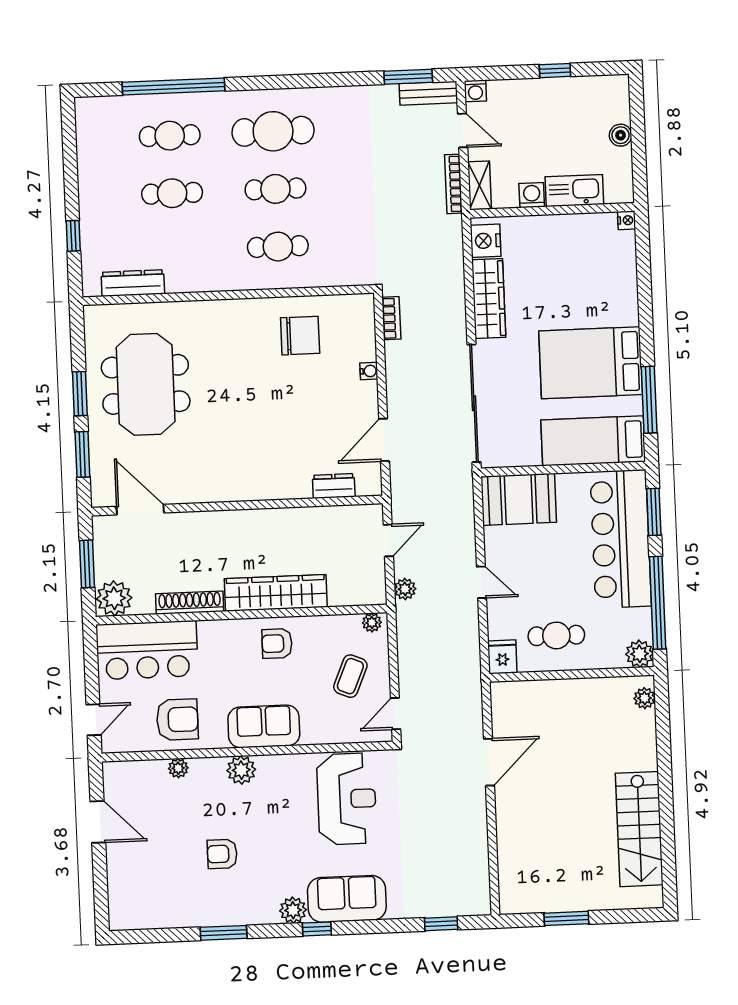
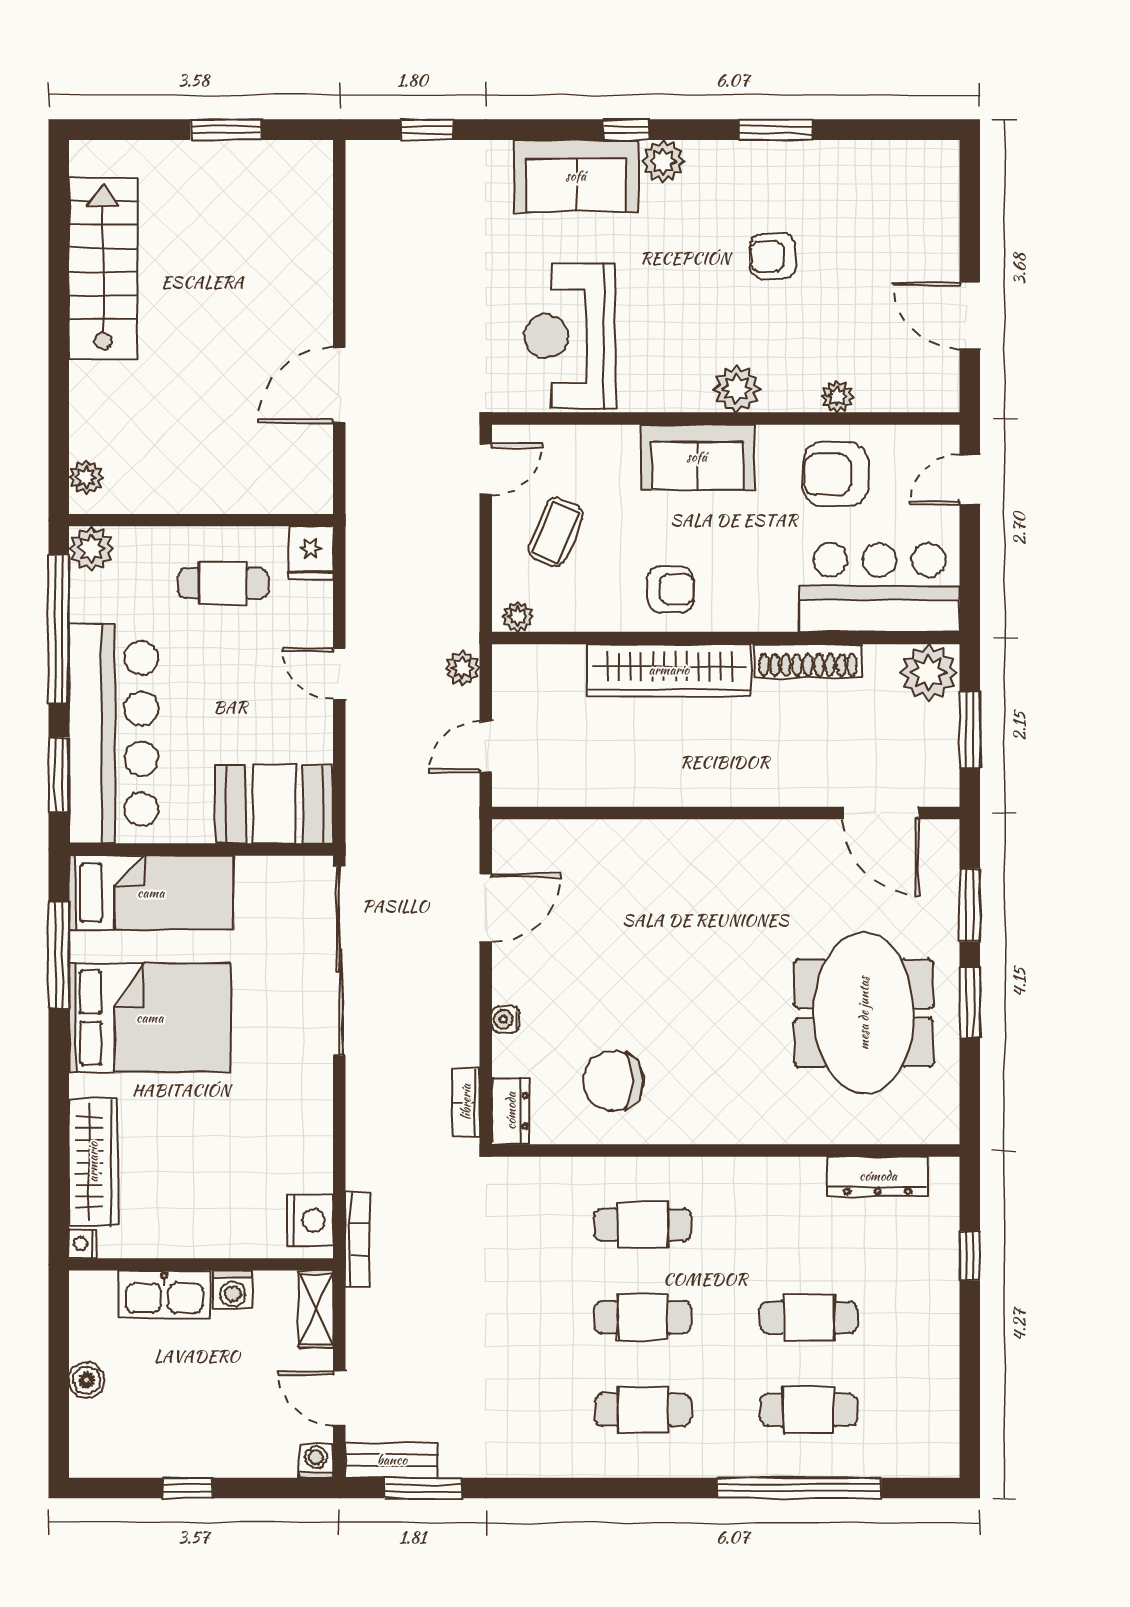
cafe table: (273, 131) -> (643, 1410), width x0.73, depth x0.74
bookcase: (453, 184) -> (358, 1240), moved
wardrobe: (489, 299) -> (93, 1162), moved, turned 180
dresser: (334, 486) -> (511, 1111), moved, turned -90
armchair: (222, 854) -> (773, 256), turned 180

